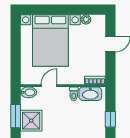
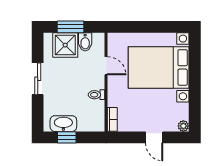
plant: (86, 19) -> (183, 126), moved
bidet: (29, 92) -> (85, 42), moved
washbasin: (90, 94) -> (63, 124), moved, turned 90

